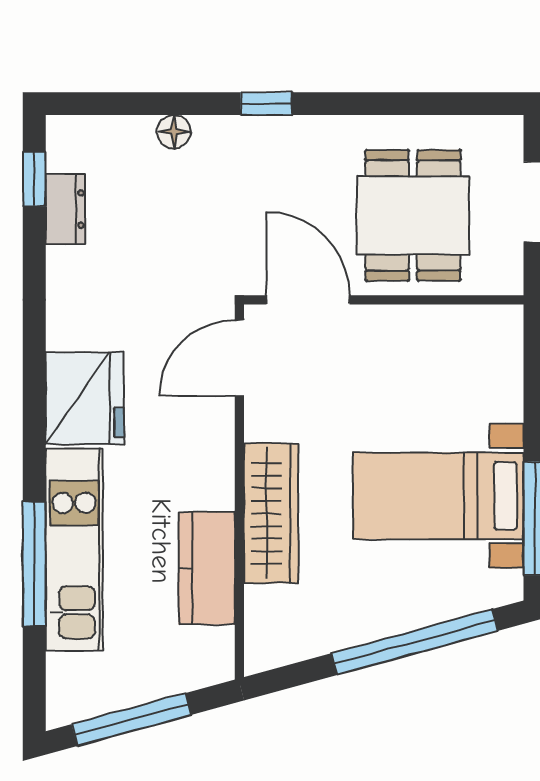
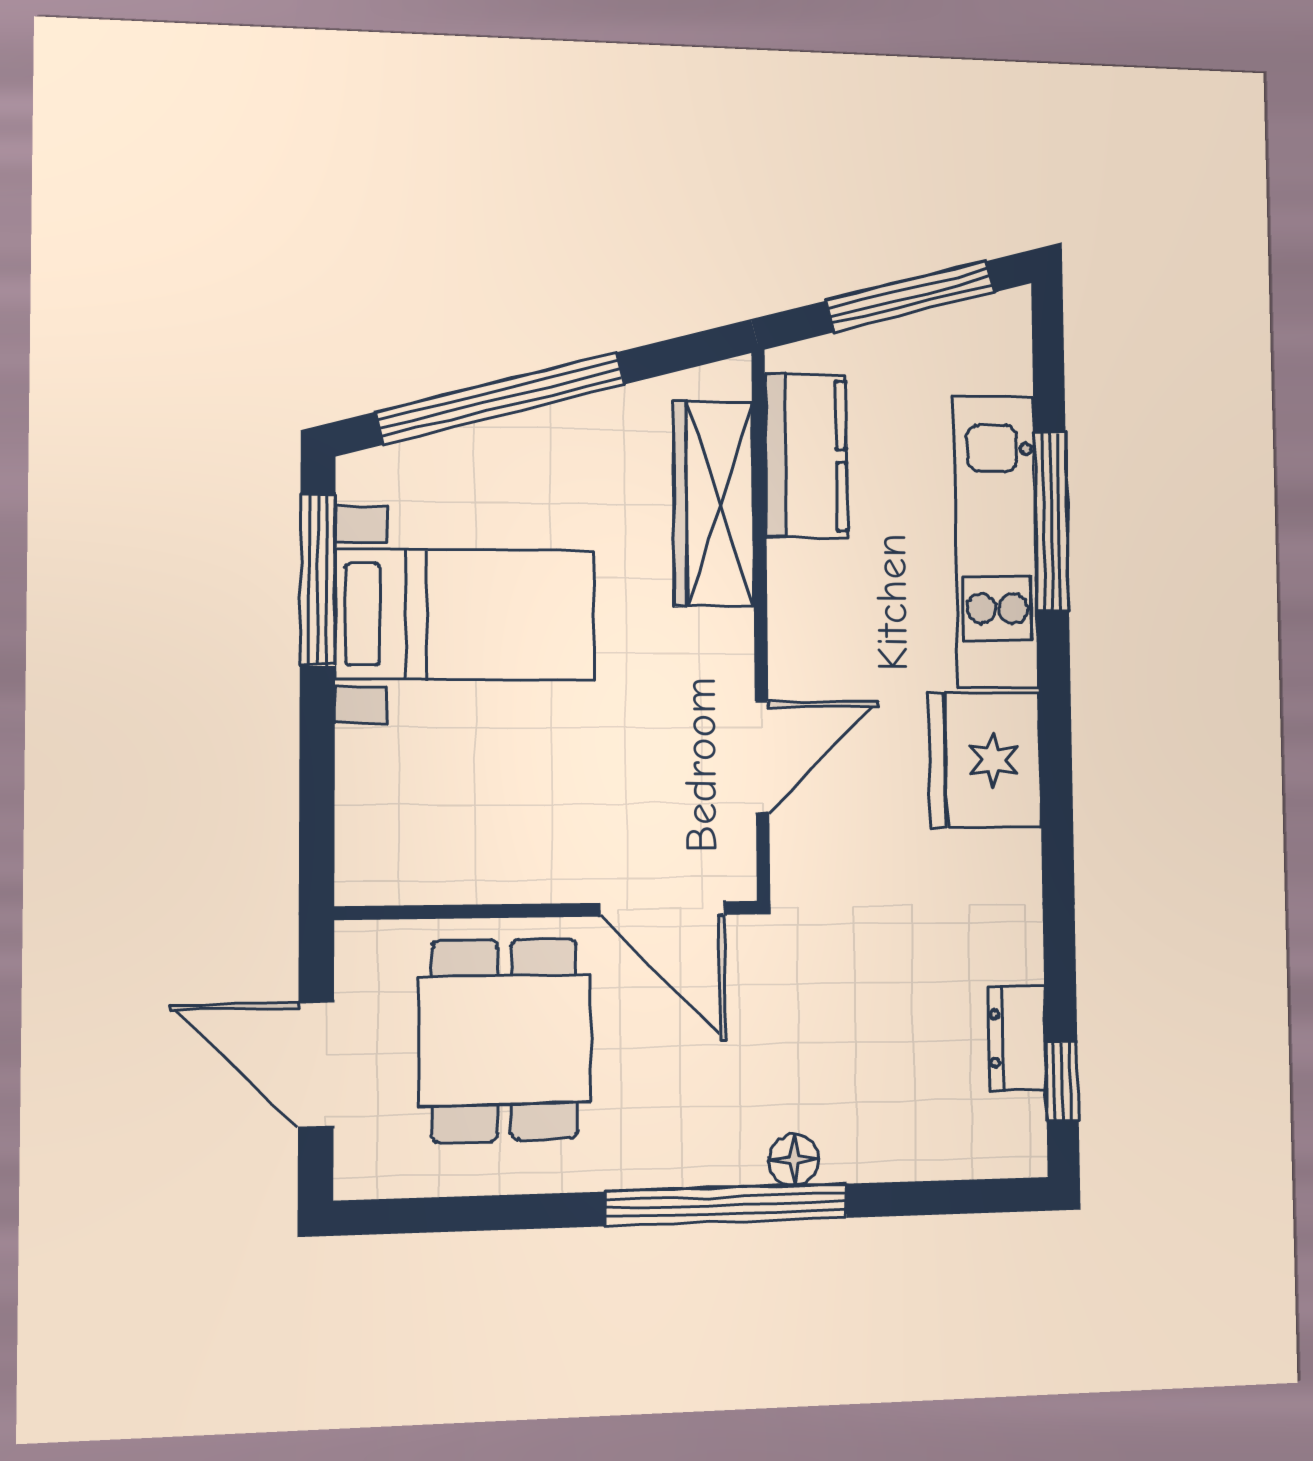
window: (266, 104) -> (727, 1205), width x3.17
floor lamp: (174, 132) -> (794, 1160), moved
door: (239, 358) -> (762, 757), moved
wardrobe: (271, 513) -> (714, 504), moved
kitchen counter: (207, 568) -> (806, 455), moved

